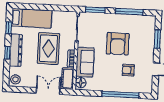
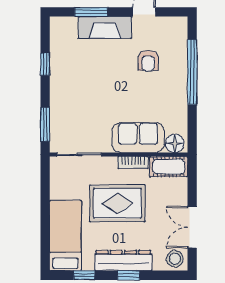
window: (129, 12) -> (45, 64), width x0.46
armchair: (118, 44) -> (103, 81), removed
fireplace: (148, 47) -> (105, 27), added
double door: (48, 91) -> (192, 227), moved

